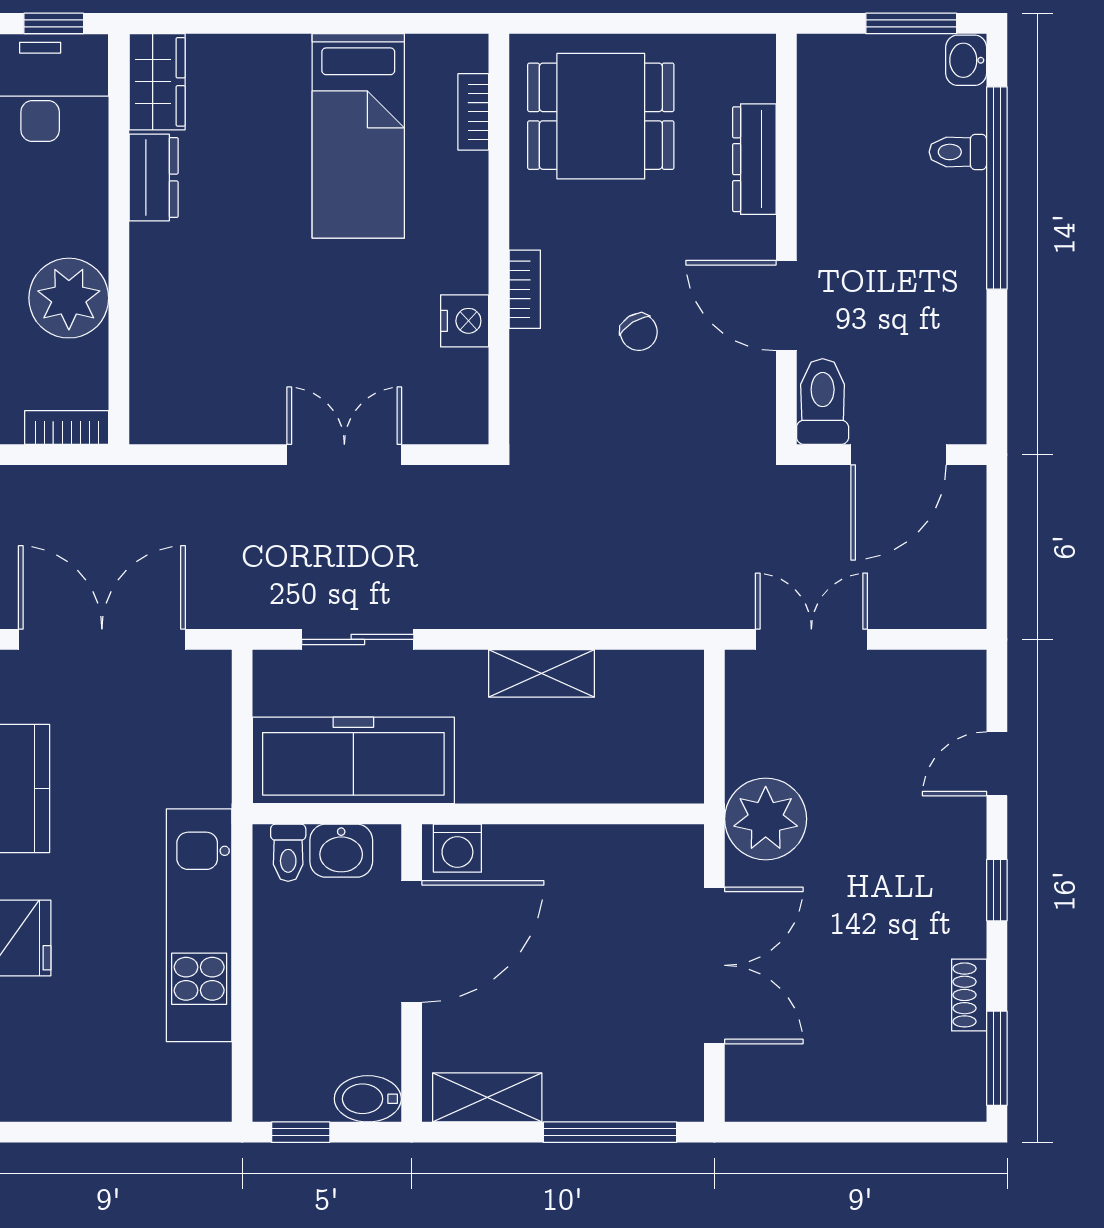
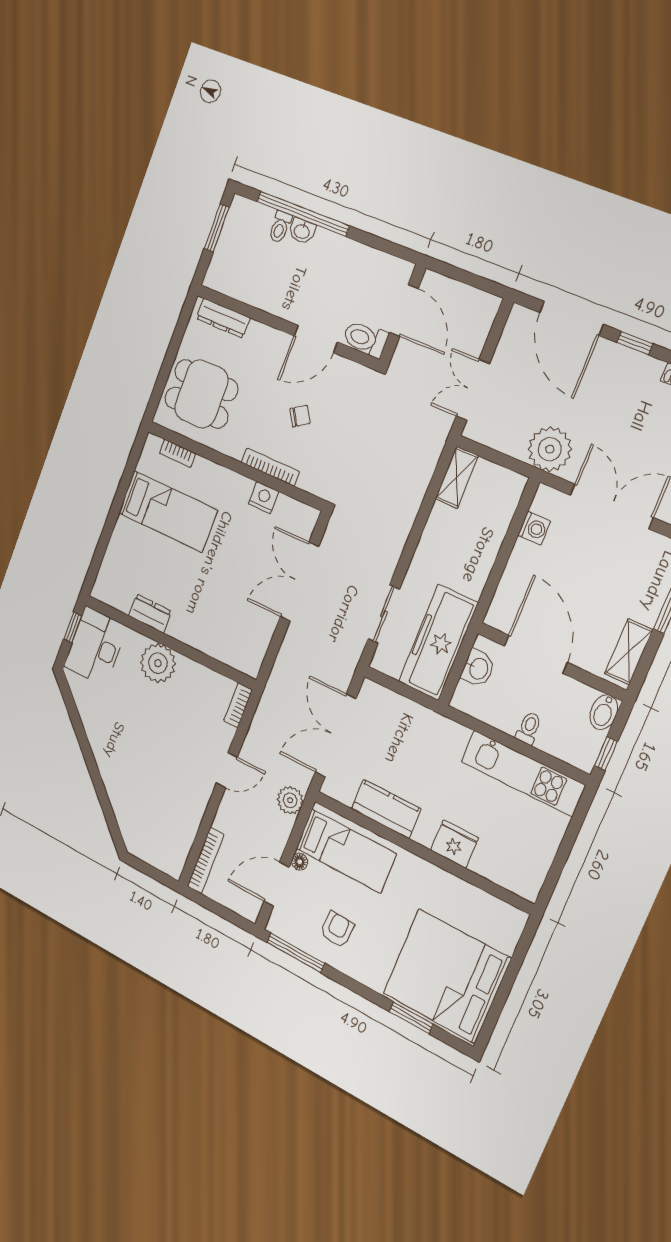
washbasin: (966, 60) -> (302, 231), moved
wardrobe: (157, 82) -> (112, 593), removed
dining table: (601, 116) -> (201, 394), turned 90
dresser: (754, 159) -> (223, 318), moved
bookcase: (525, 289) -> (270, 467), width x1.56
plant: (69, 298) -> (158, 663), moved
double door: (344, 455) -> (299, 582), width x1.37
shelving: (542, 673) -> (457, 477), moved
door: (997, 764) -> (571, 318), width x1.88
washing machine: (457, 848) -> (534, 528), moved
toilet: (288, 853) -> (529, 728), moved, turned -90
kitchen unit: (199, 925) -> (523, 773), moved

